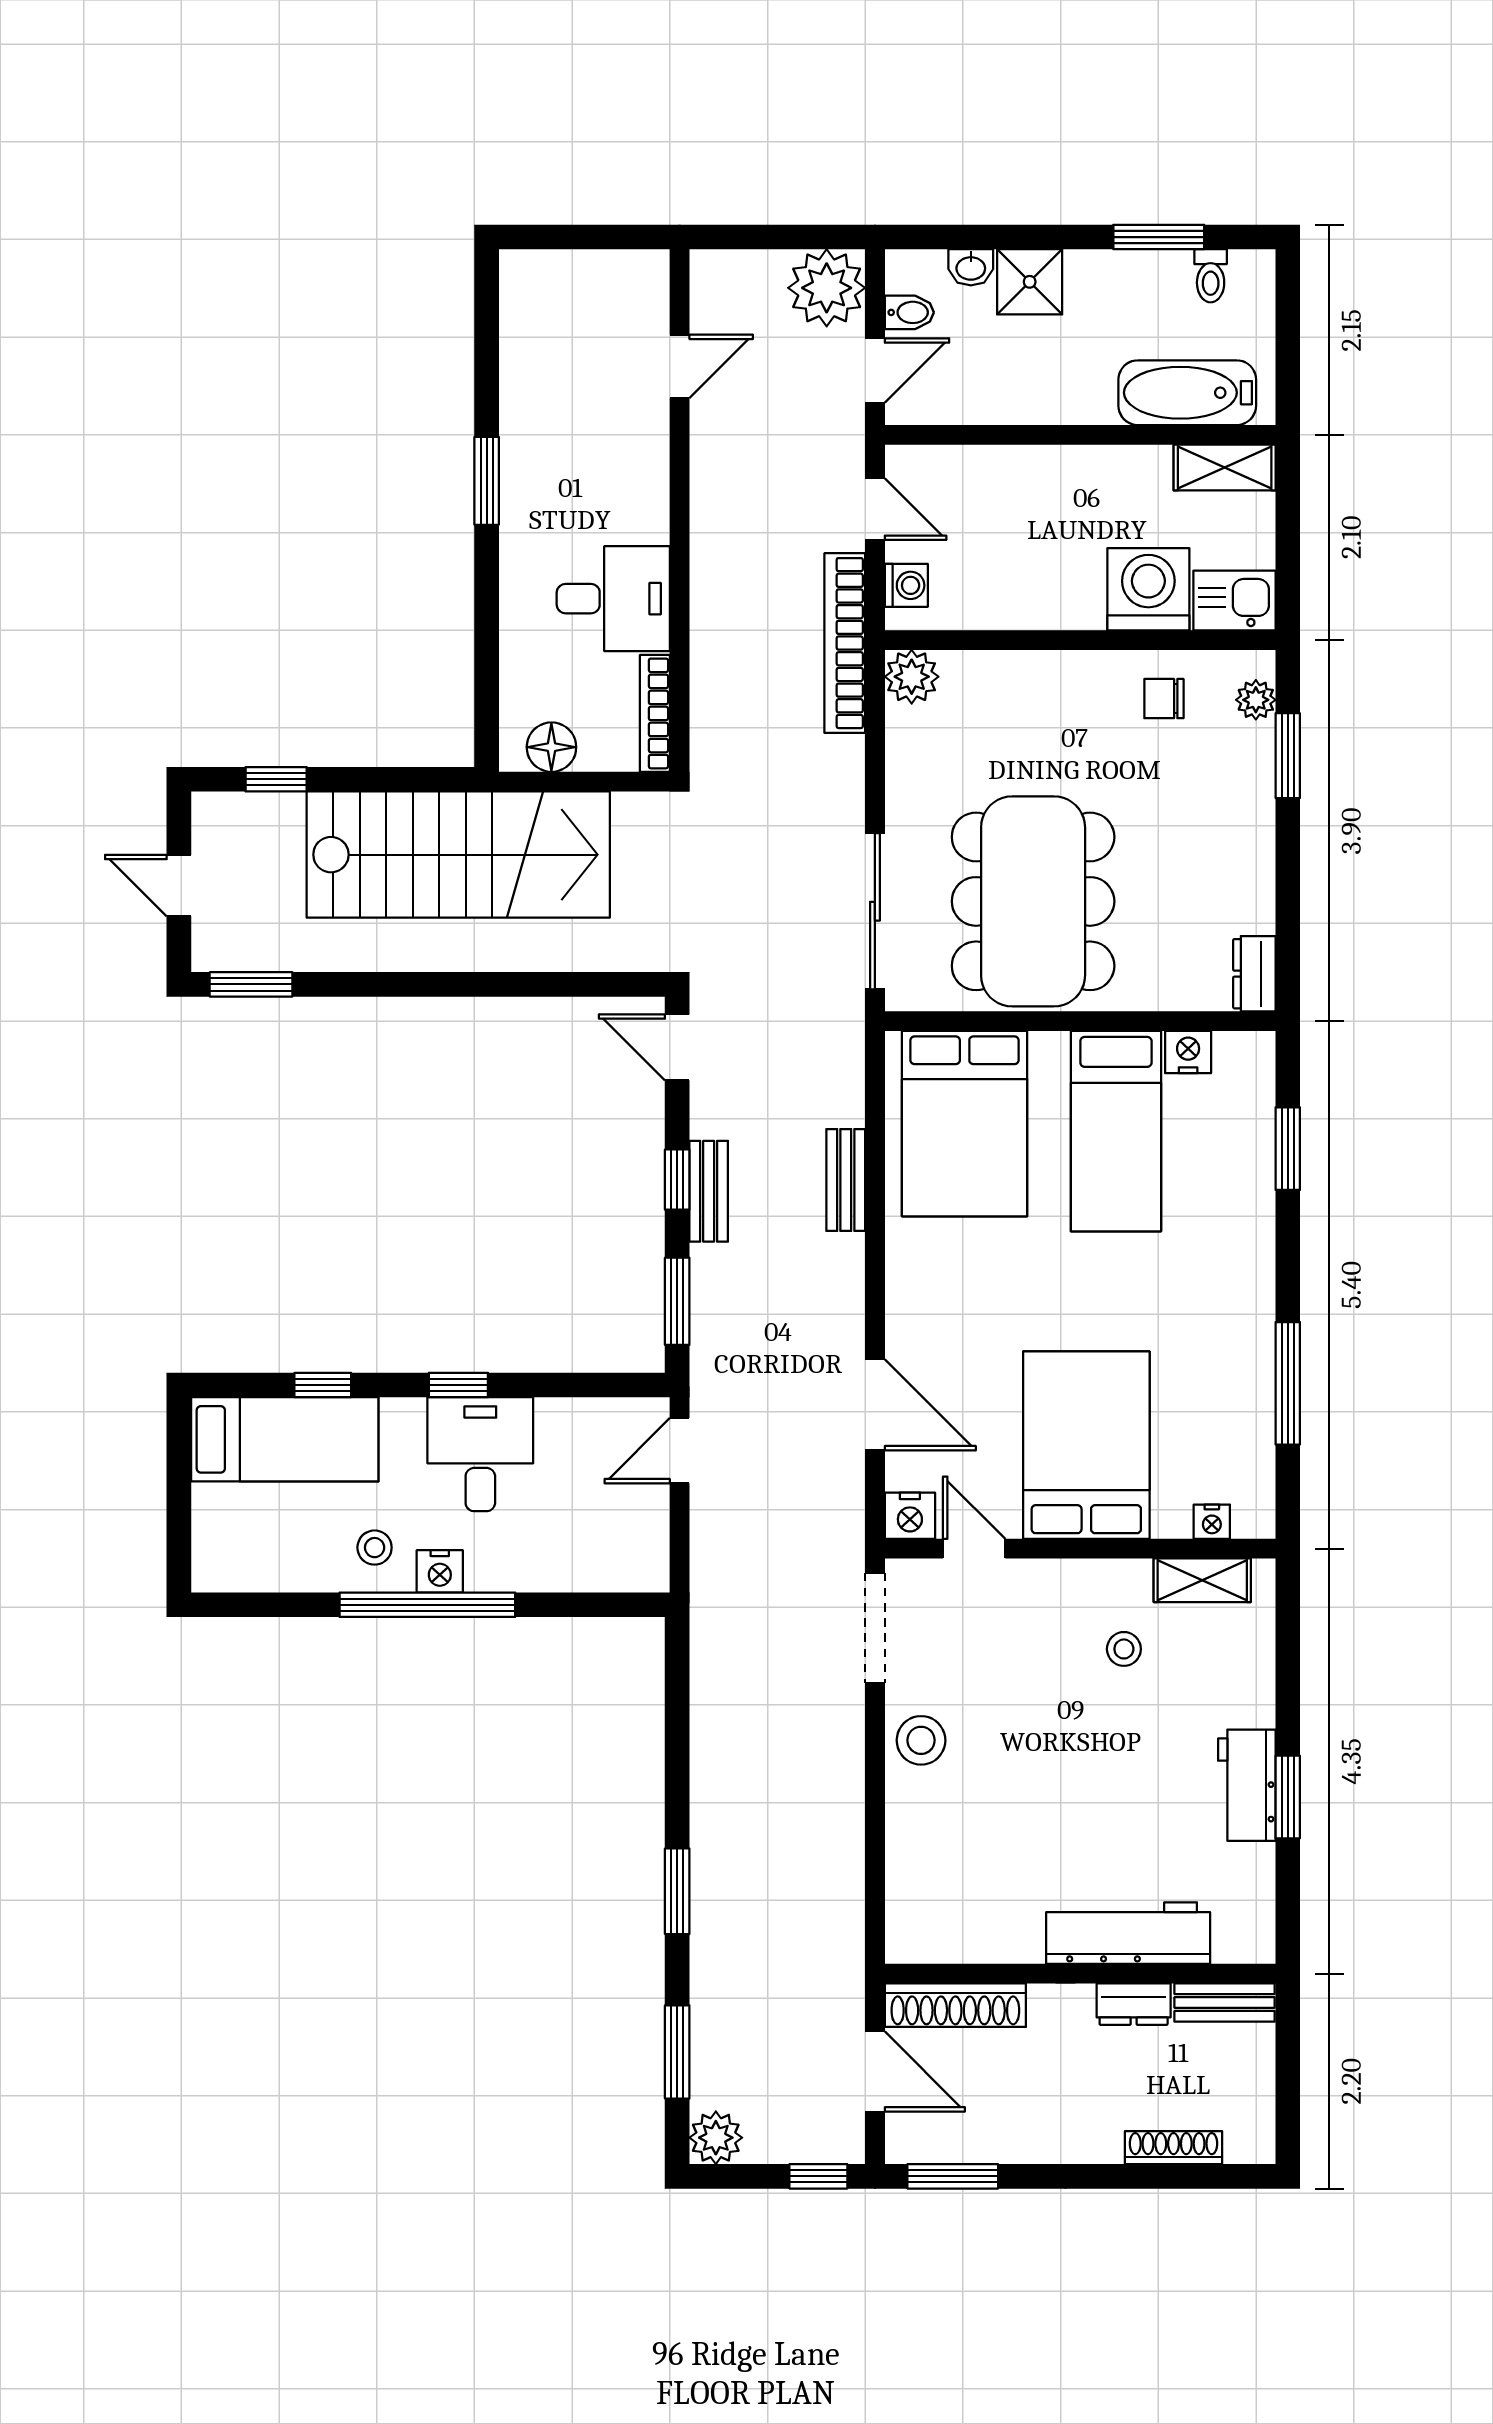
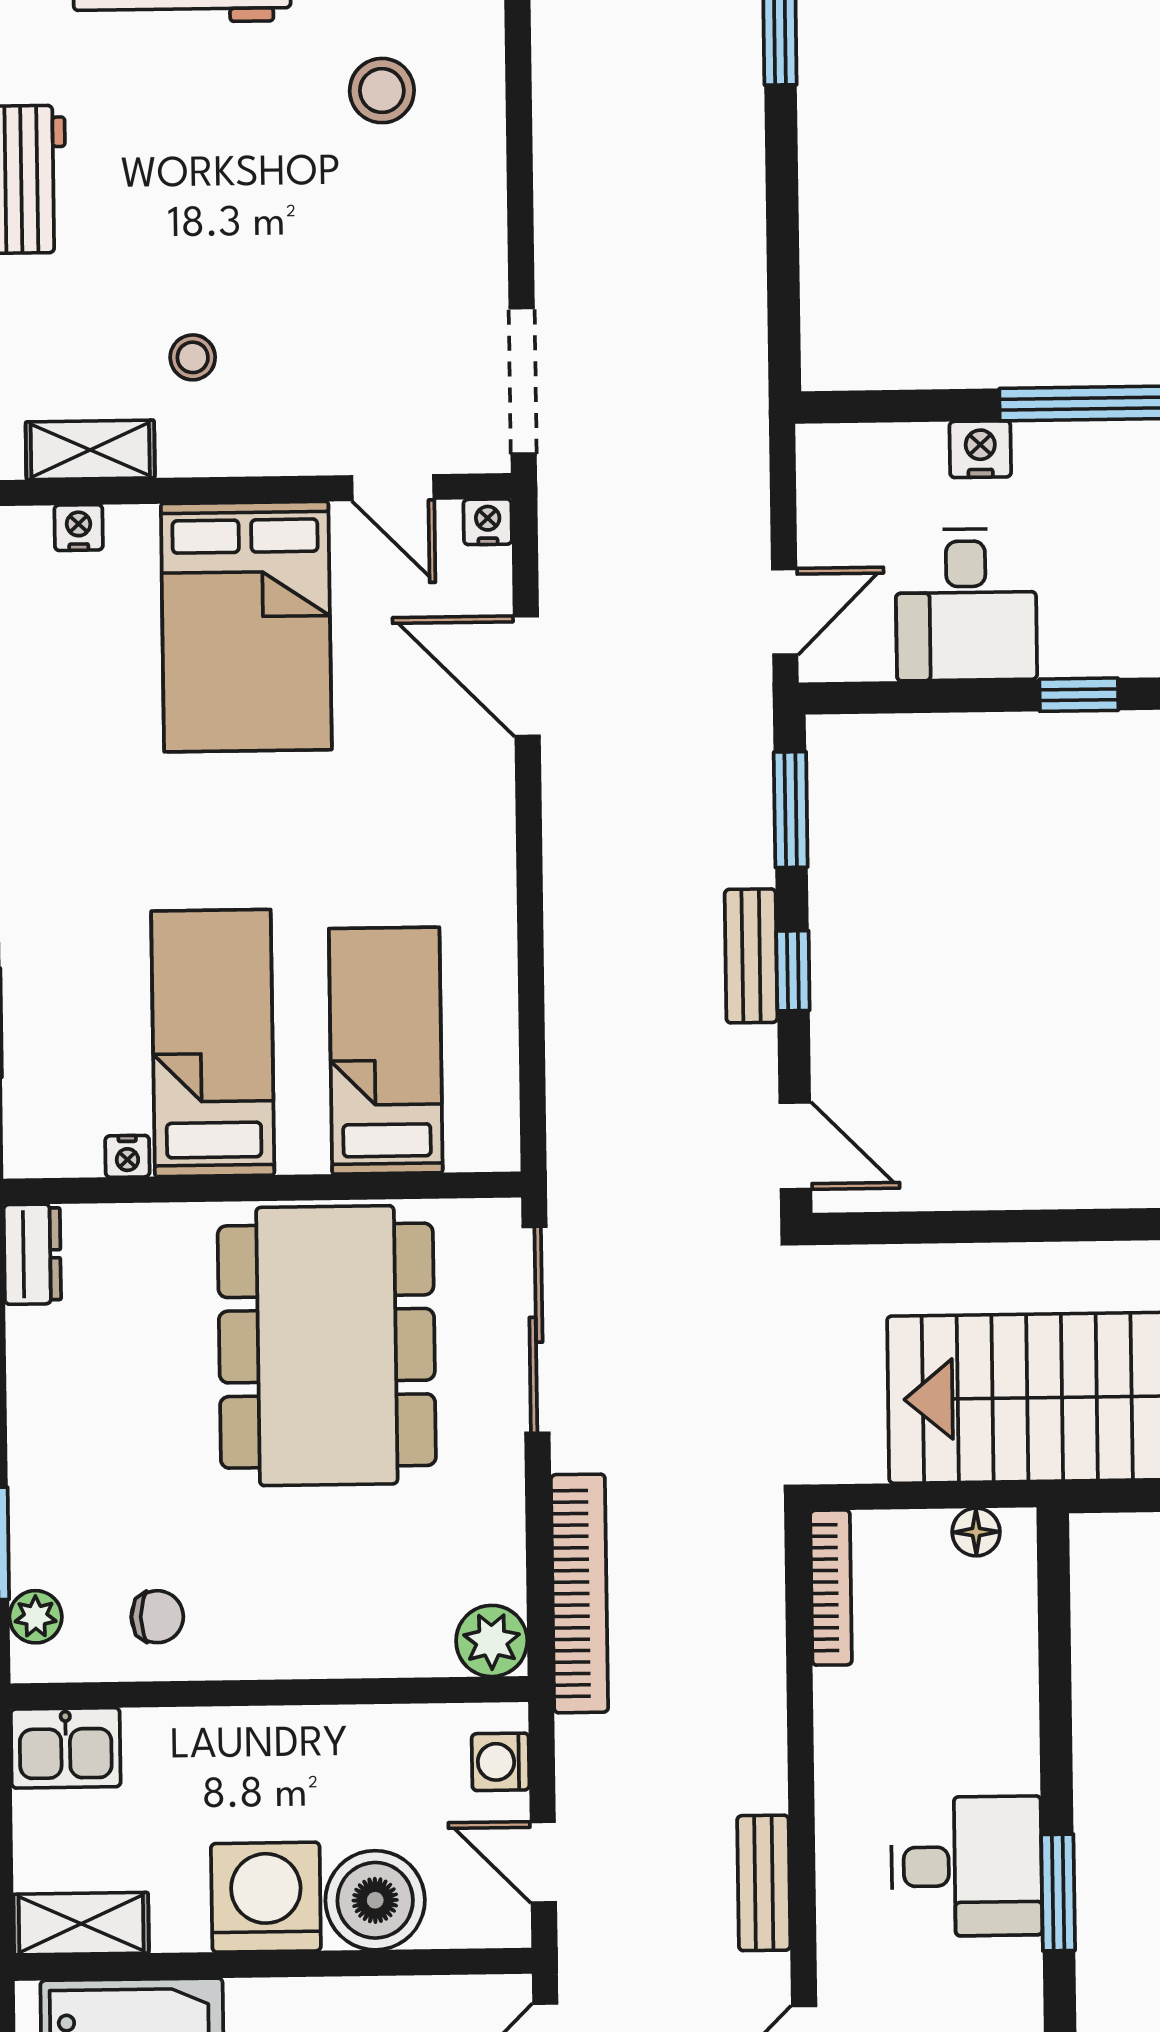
boiler: (1002, 482) -> (375, 1900), added
washing machine: (1148, 589) -> (266, 1897), moved, turned 180
desk: (613, 599) -> (967, 1866), moved, turned 180
bookcase: (845, 643) -> (580, 1593), moved
floor lamp: (551, 747) -> (976, 1532), width x0.73, depth x0.73
nightstand: (1188, 1052) -> (127, 1156), width x0.72, depth x0.74
bed: (965, 1124) -> (386, 1051), width x0.67
bench: (846, 1180) -> (764, 1883), moved
desk: (480, 1454) -> (966, 605), moved
nightstand: (910, 1516) -> (488, 522), width x0.72, depth x0.74
nightstand: (440, 1571) -> (980, 449), moved
stool: (921, 1740) -> (382, 91), moved

